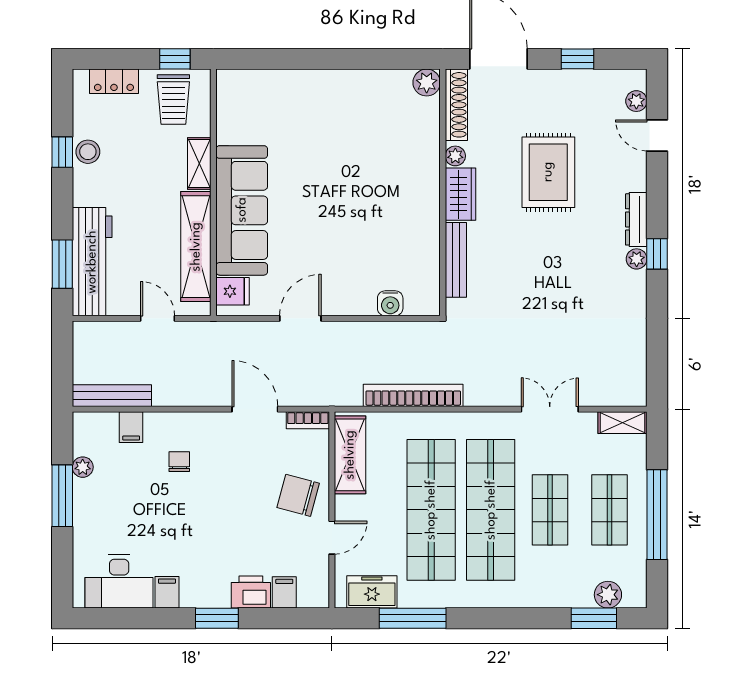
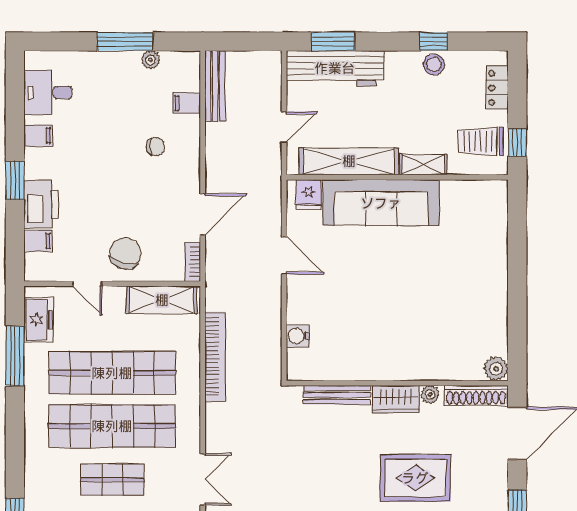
desk: (119, 582) -> (48, 92), width x0.73
printer: (251, 592) -> (41, 204), width x1.37, depth x1.19

